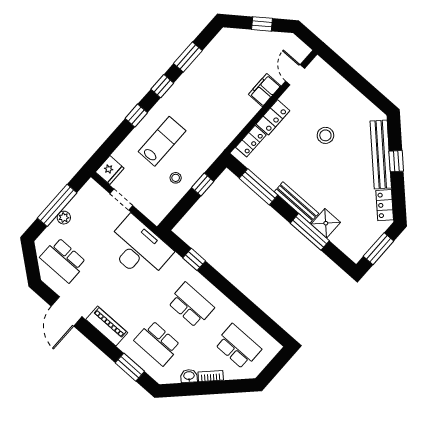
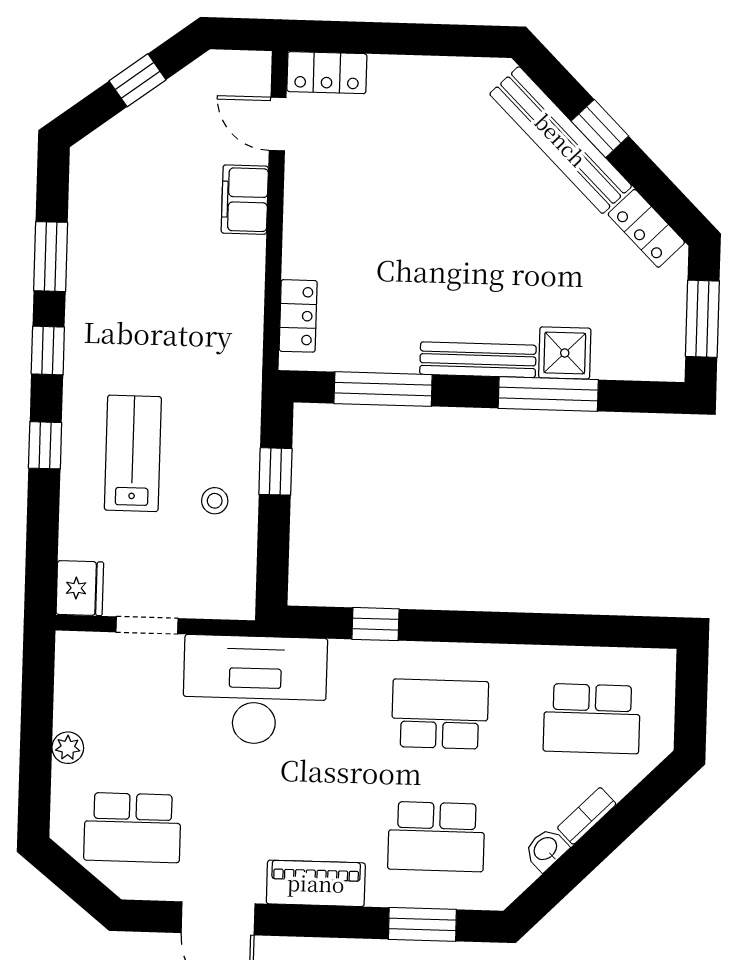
locker: (273, 117) -> (327, 73), moved, turned 90
stool: (325, 135) -> (428, 190), removed
window: (57, 205) -> (36, 735), removed
school desk: (238, 347) -> (592, 719), turned 180

